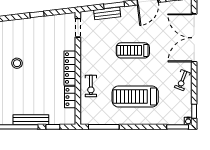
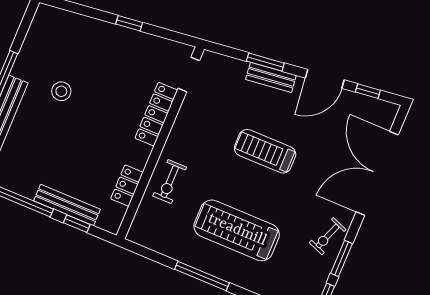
bench: (107, 13) -> (271, 77), moved
locker: (70, 68) -> (156, 114), moved
window: (194, 88) -> (342, 258), added
bench: (31, 120) -> (67, 205), moved
window: (104, 127) -> (202, 276), moved

